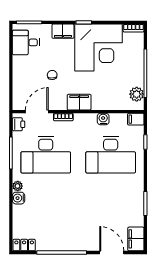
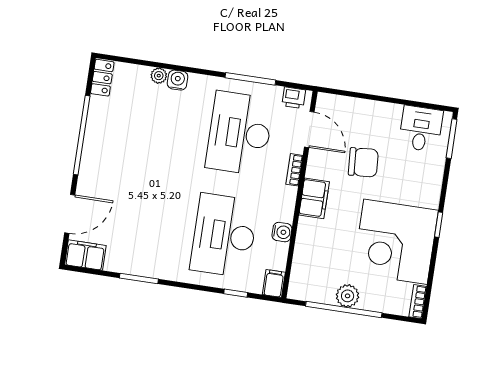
filing cabinet: (63, 31) -> (430, 190), removed
chair: (52, 75) -> (363, 162), width x1.87, depth x1.87
plant: (137, 94) -> (348, 296), moved
plant: (18, 186) -> (159, 76), moved

